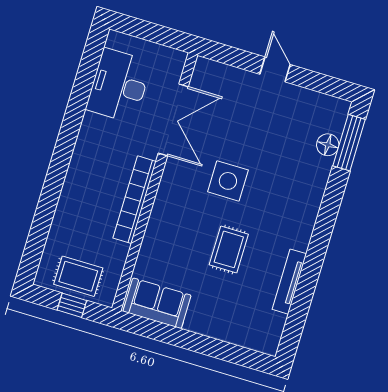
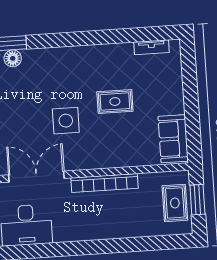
tv unit: (289, 282) -> (151, 47), moved, width x0.71
window: (72, 305) -> (197, 200), width x1.50

